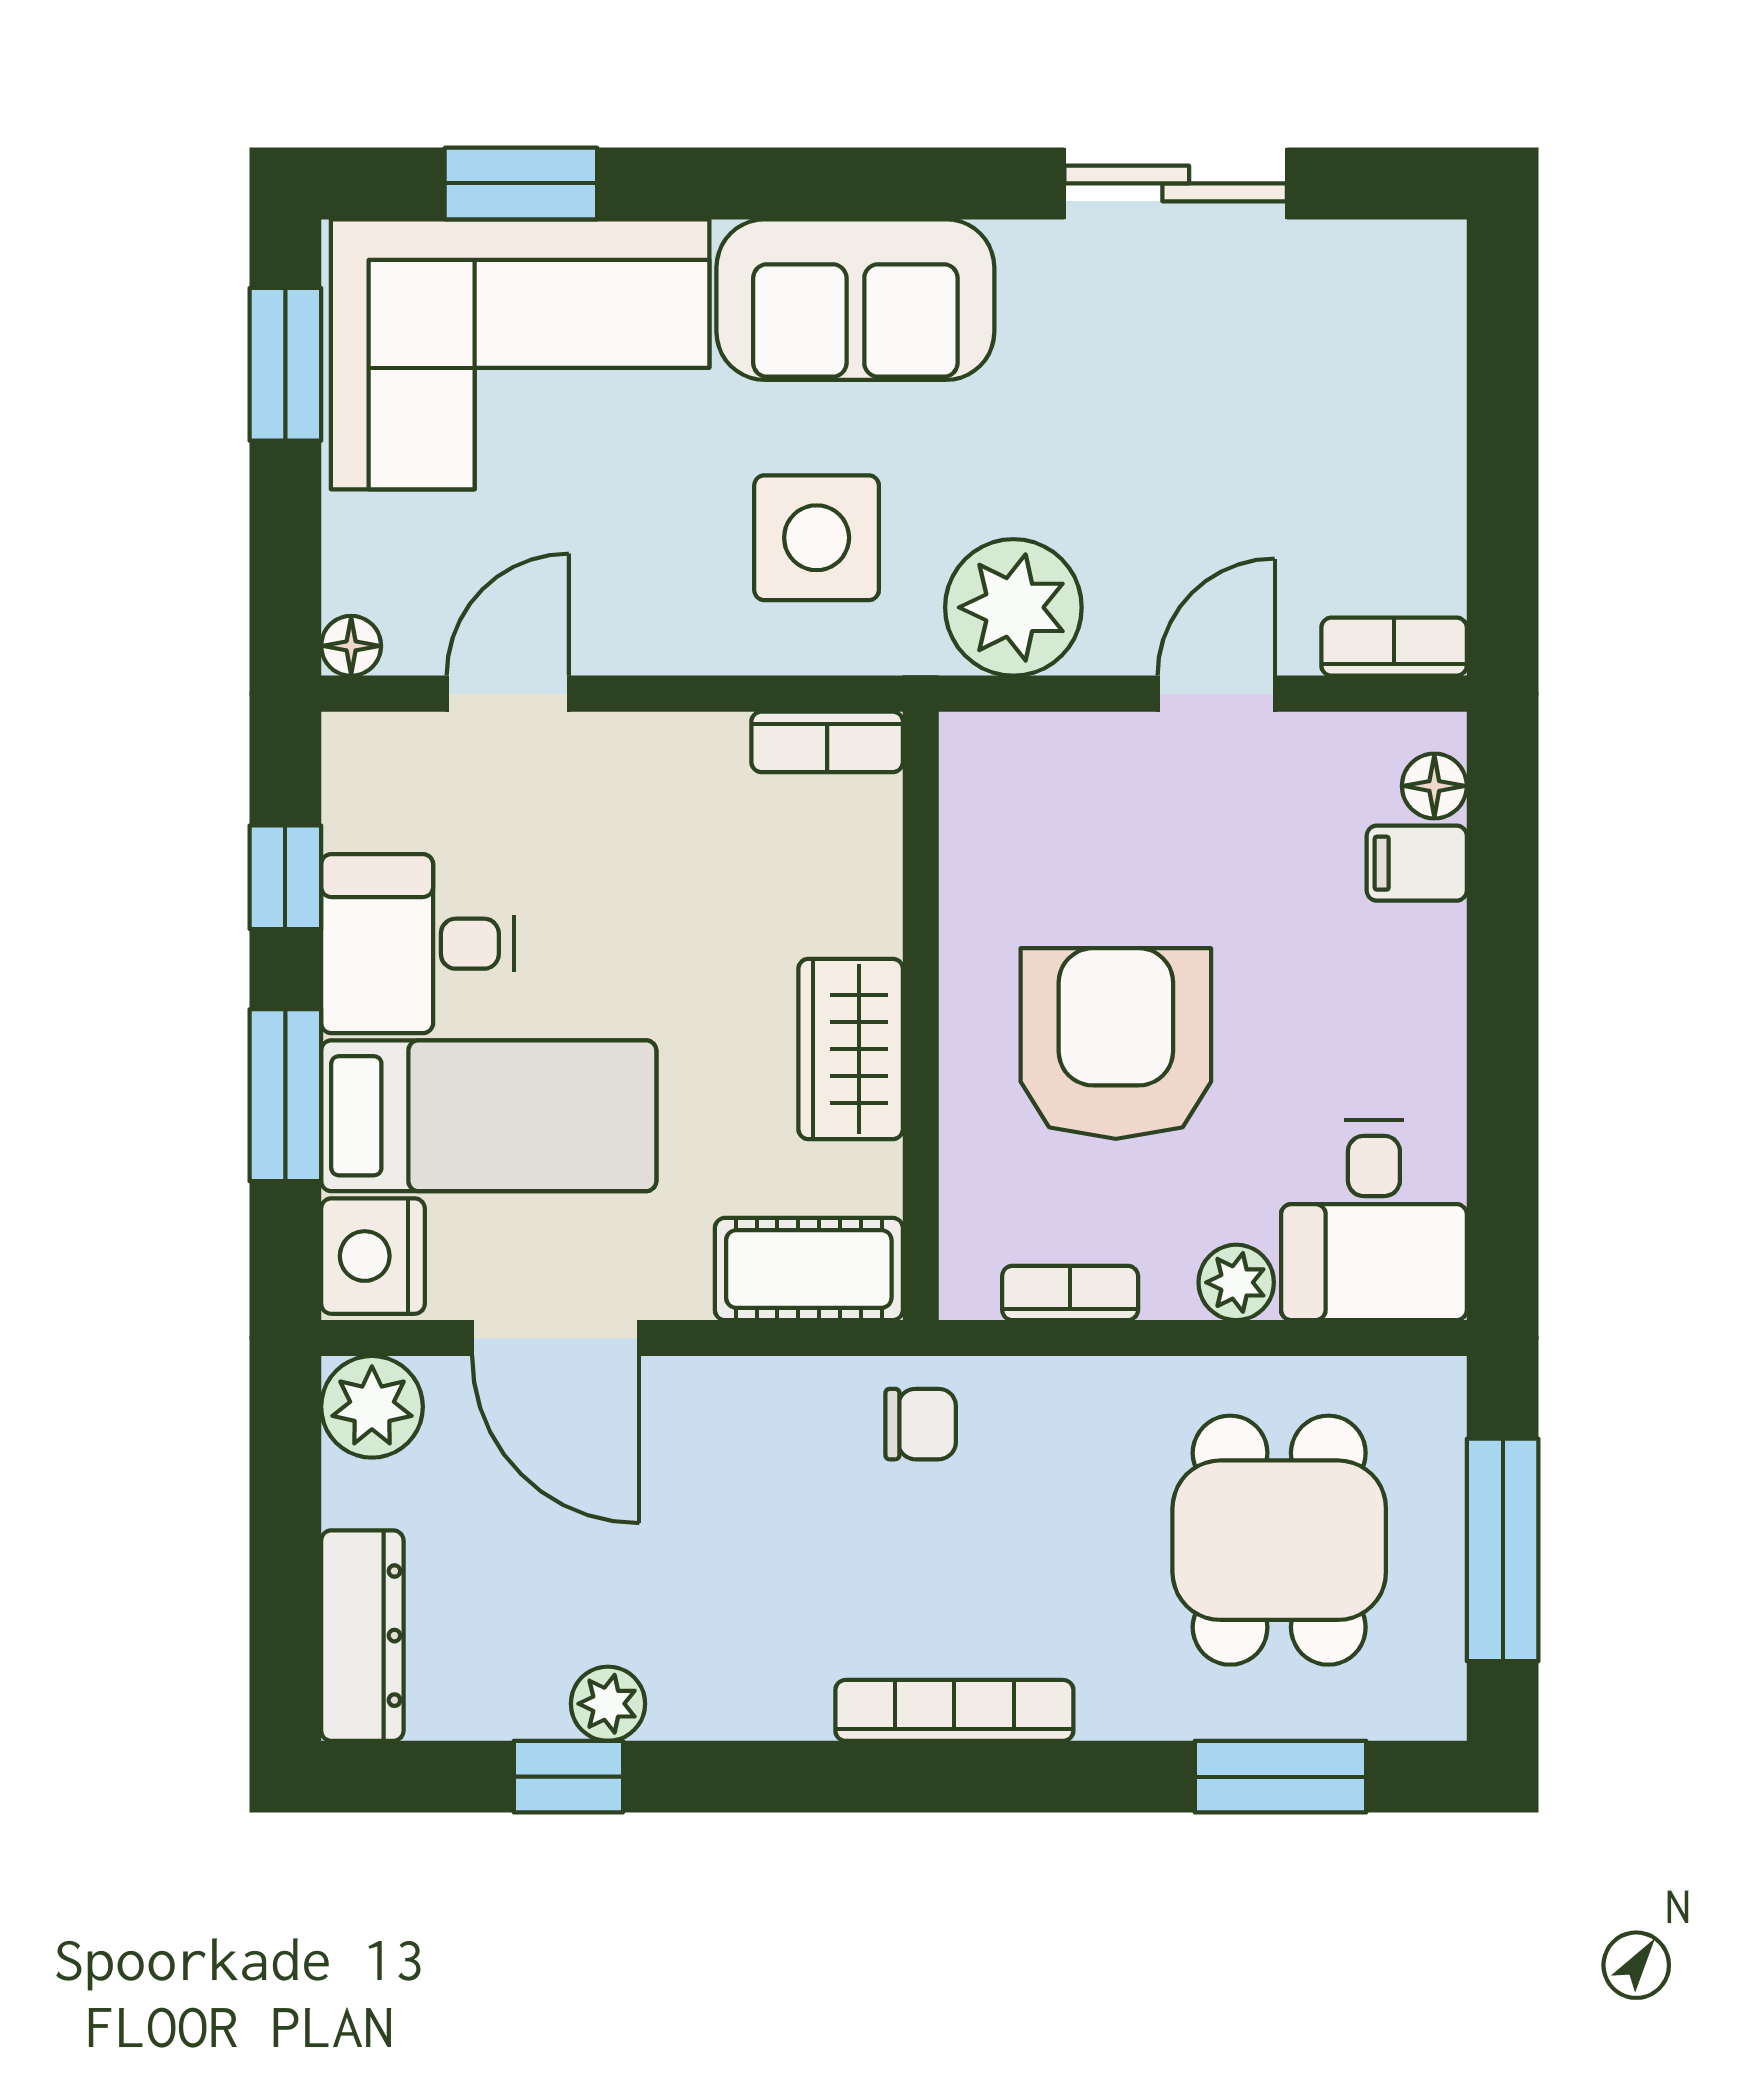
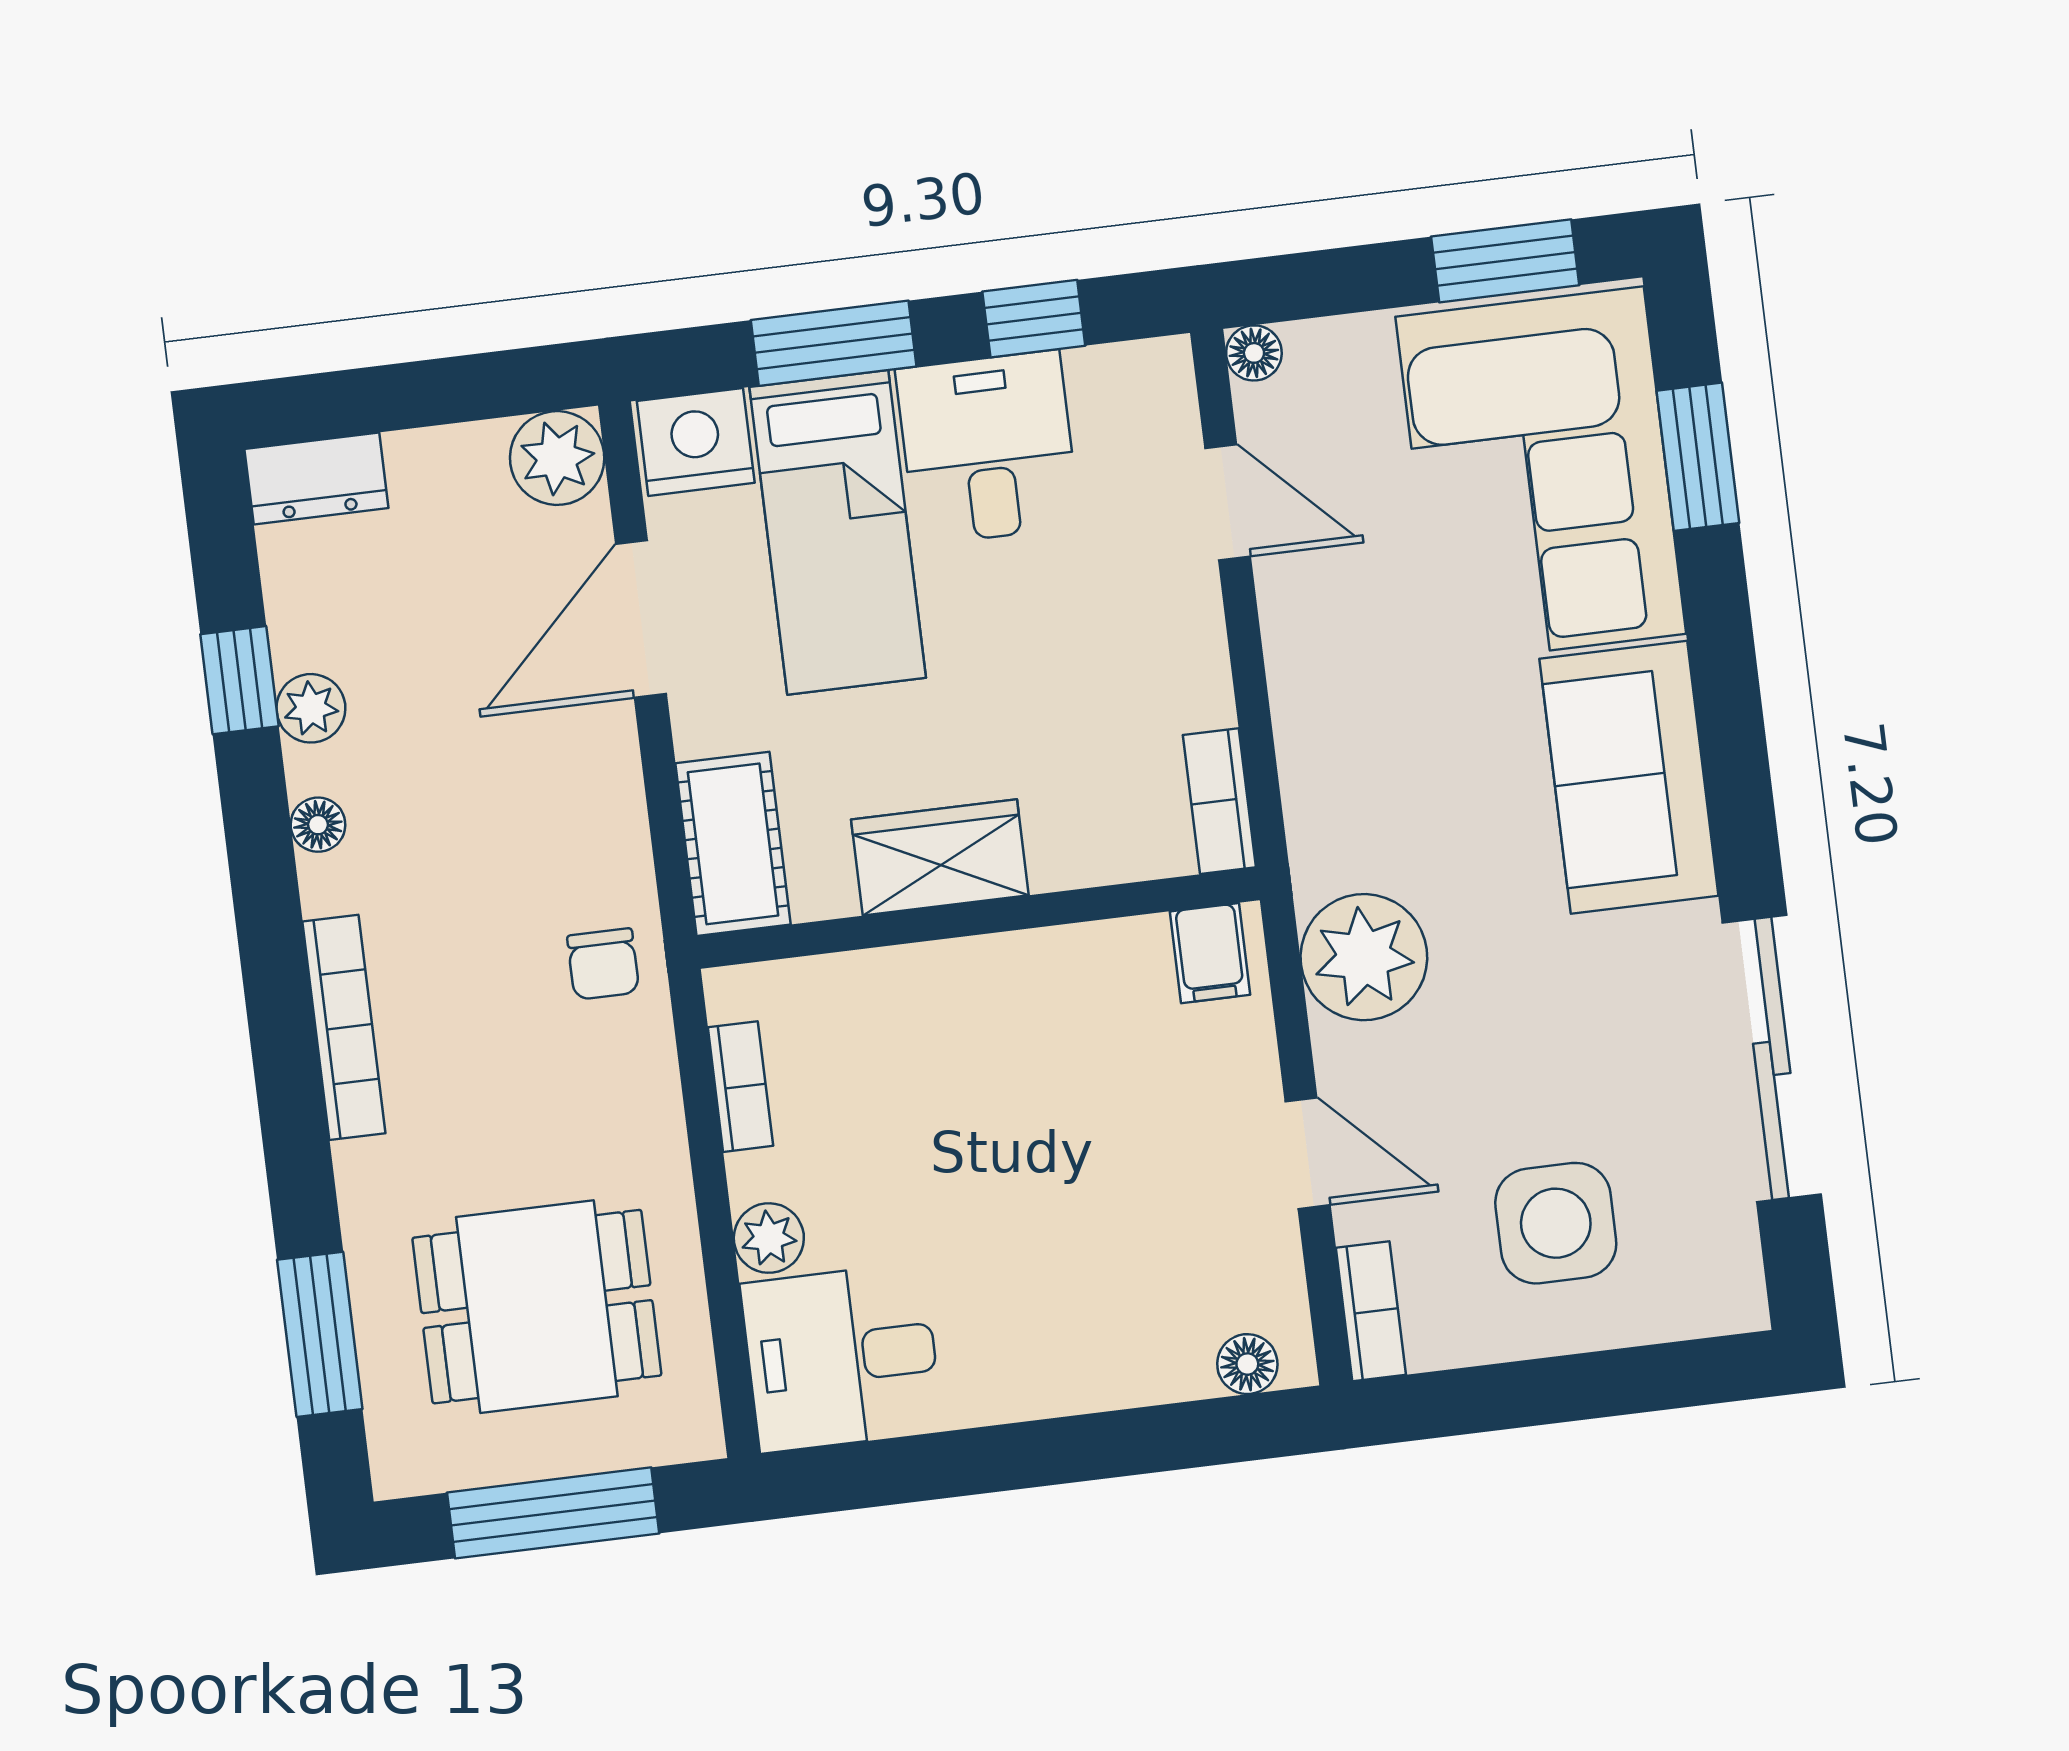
sliding door: (1176, 183) -> (1772, 1058), width x1.37
side table: (817, 538) -> (1556, 1223), moved
filing cabinet: (1417, 863) -> (1210, 953), moved, turned 180
armchair: (1116, 1044) -> (975, 1100), removed
dresser: (362, 1636) -> (316, 479), width x0.70
floor lamp: (734, 1711) -> (318, 825), added

